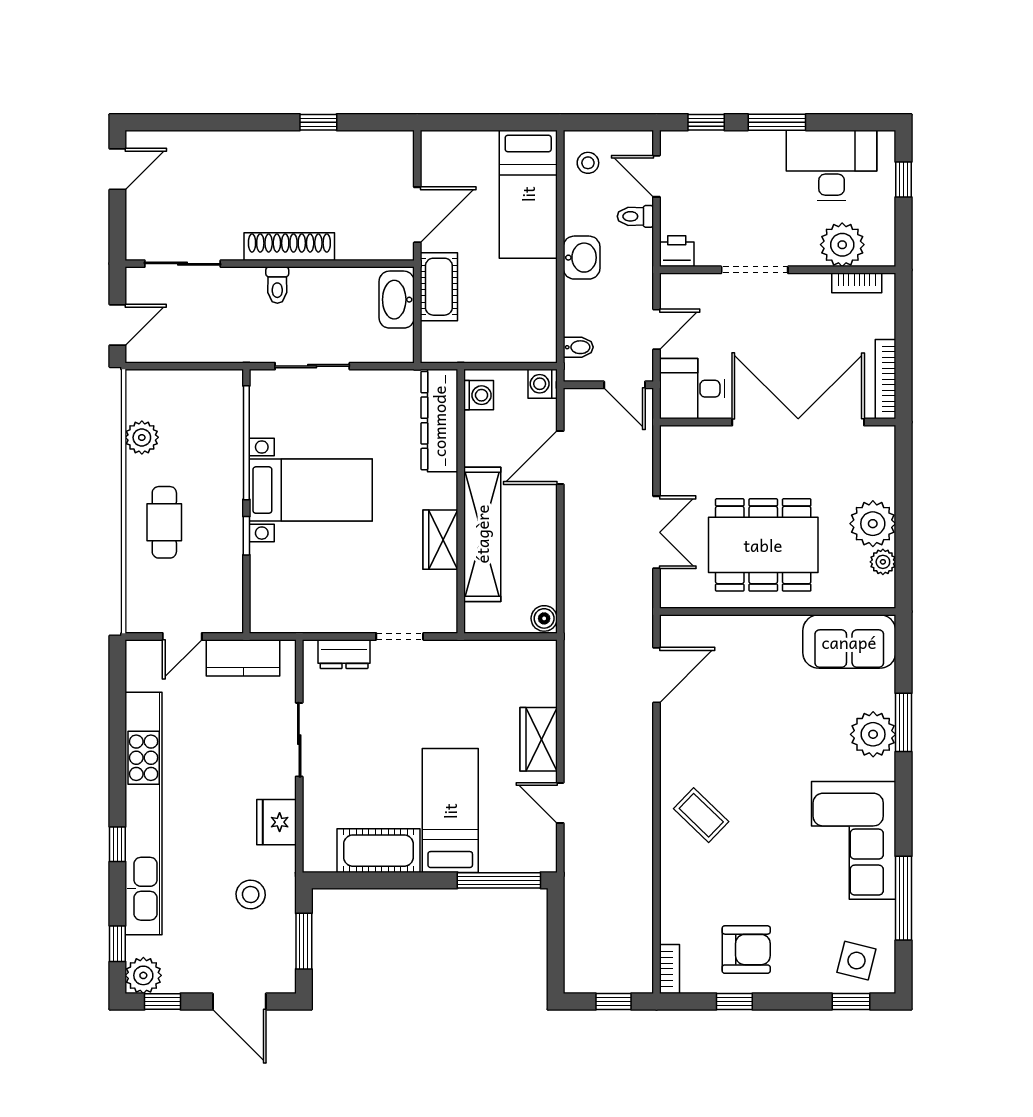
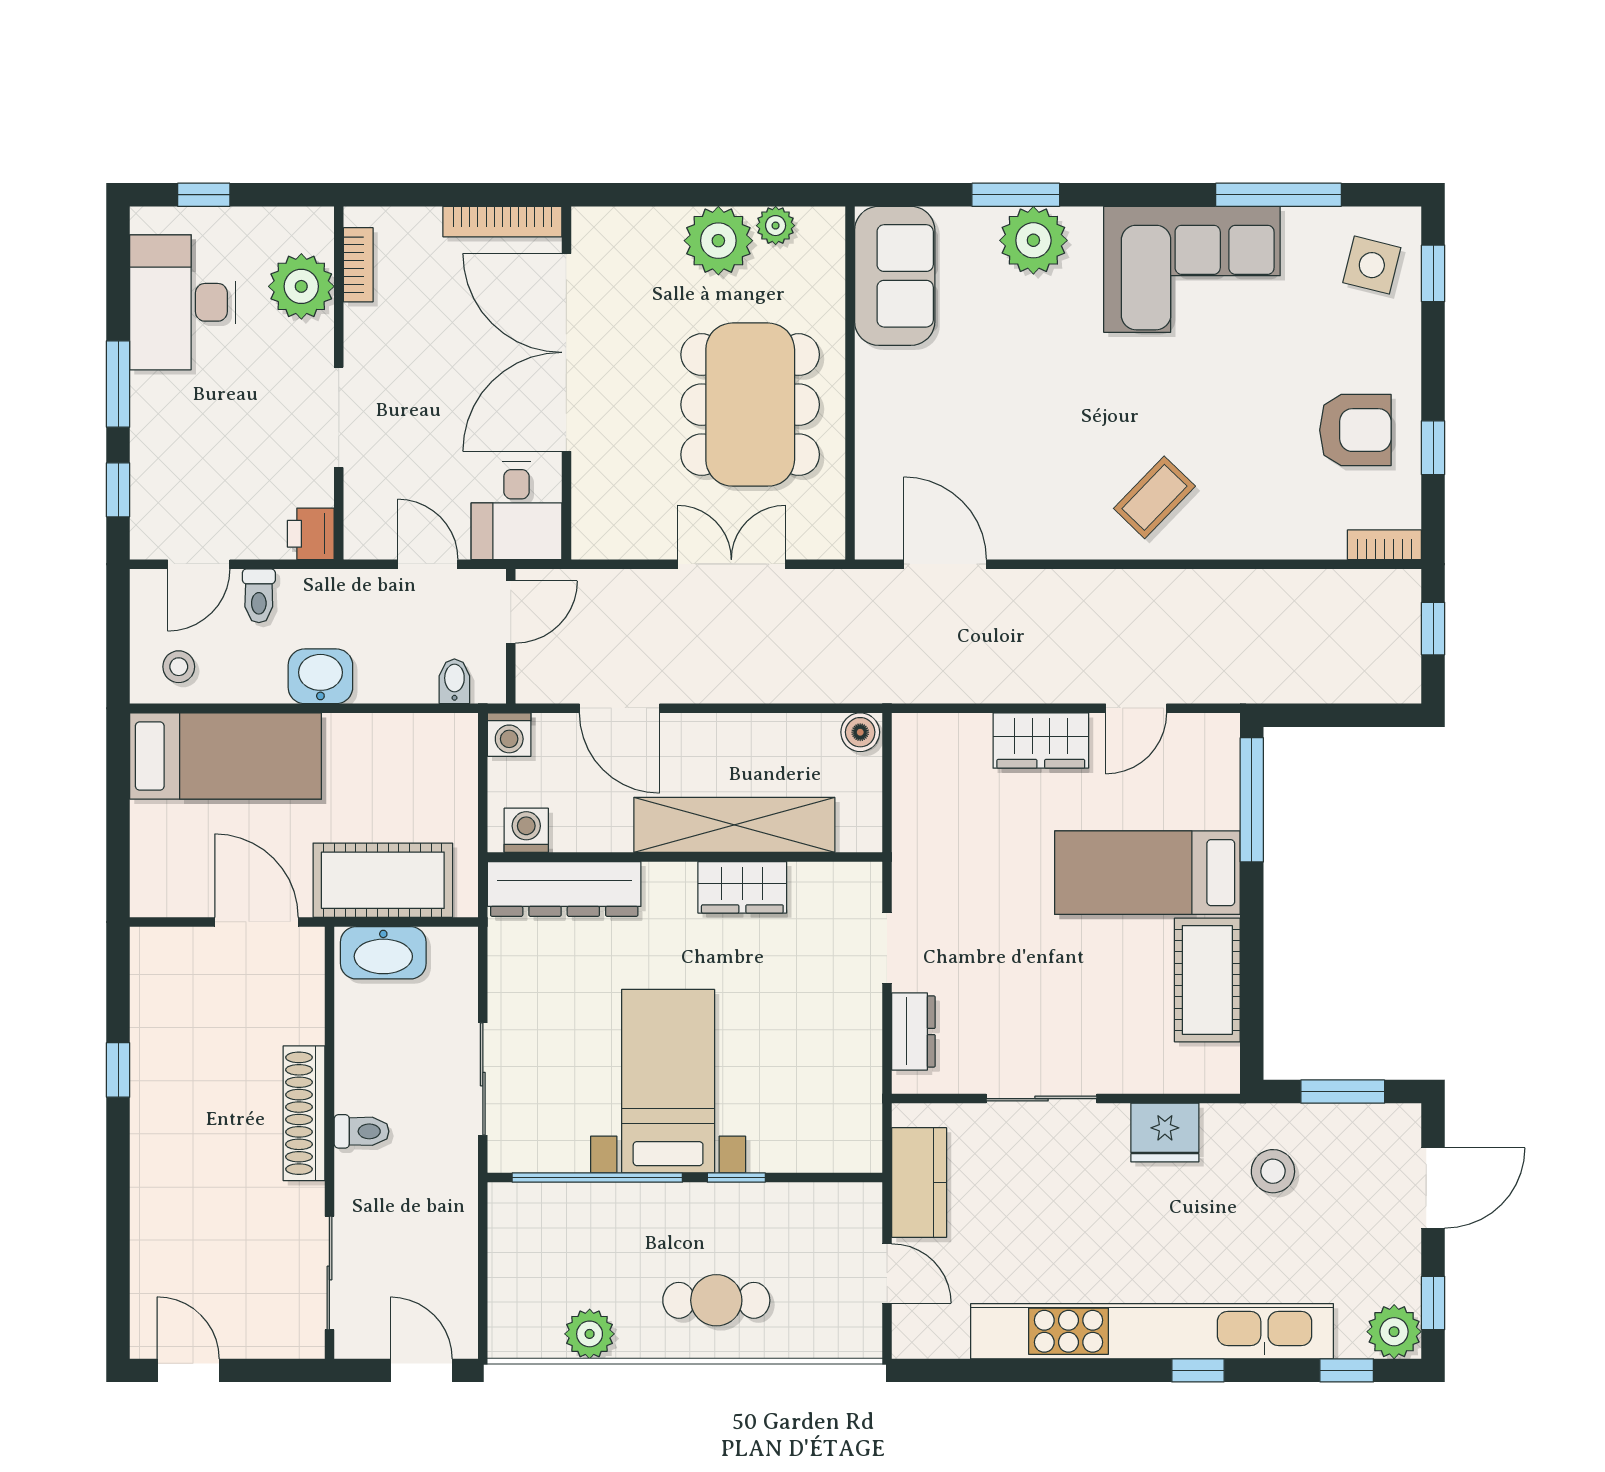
cot: (439, 287) -> (383, 880), width x1.37, depth x1.34
armchair: (746, 950) -> (1355, 430), turned 90

